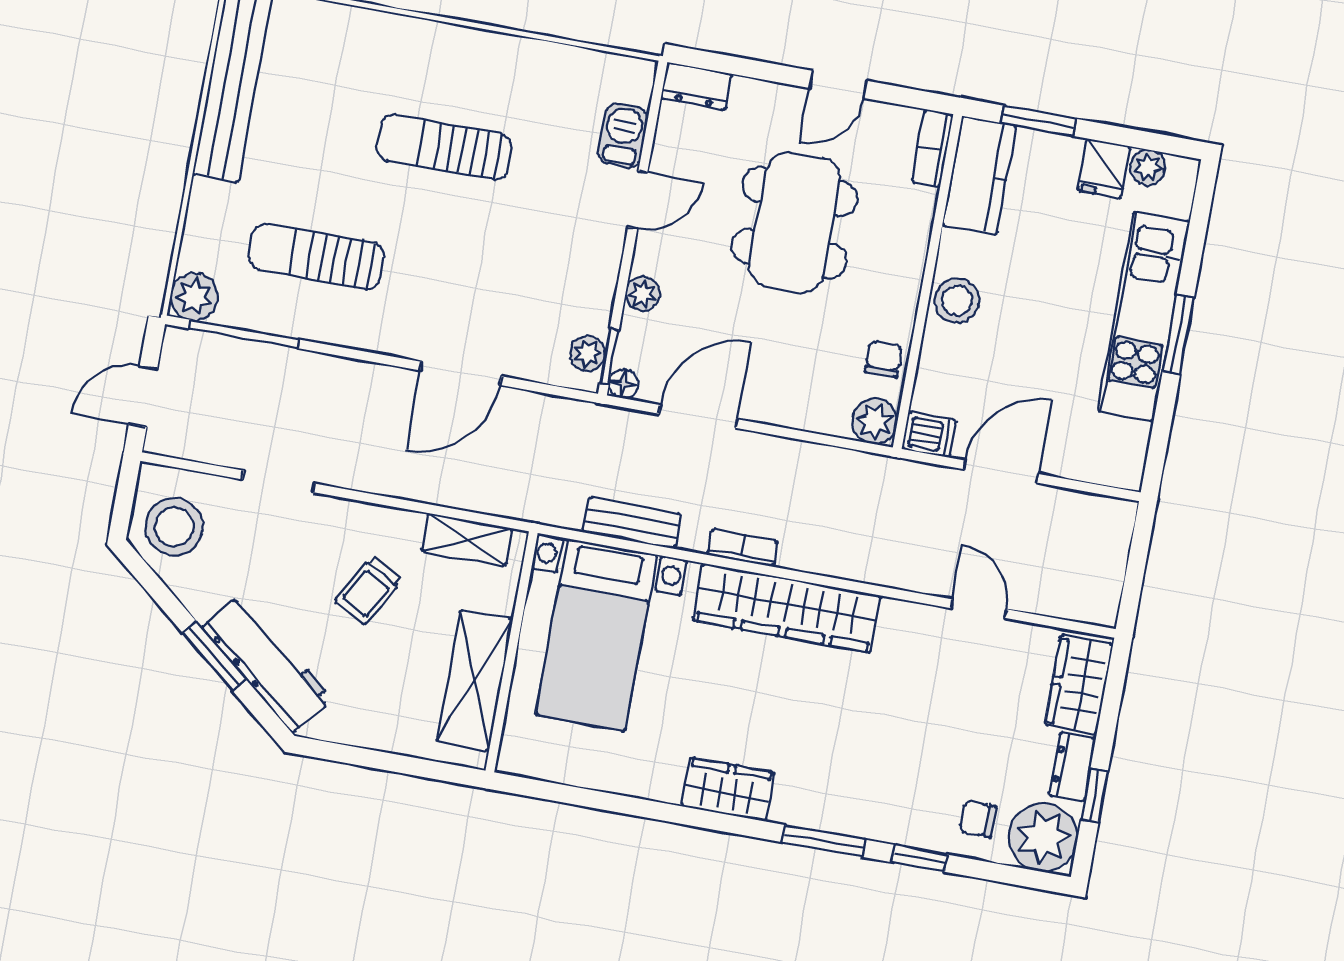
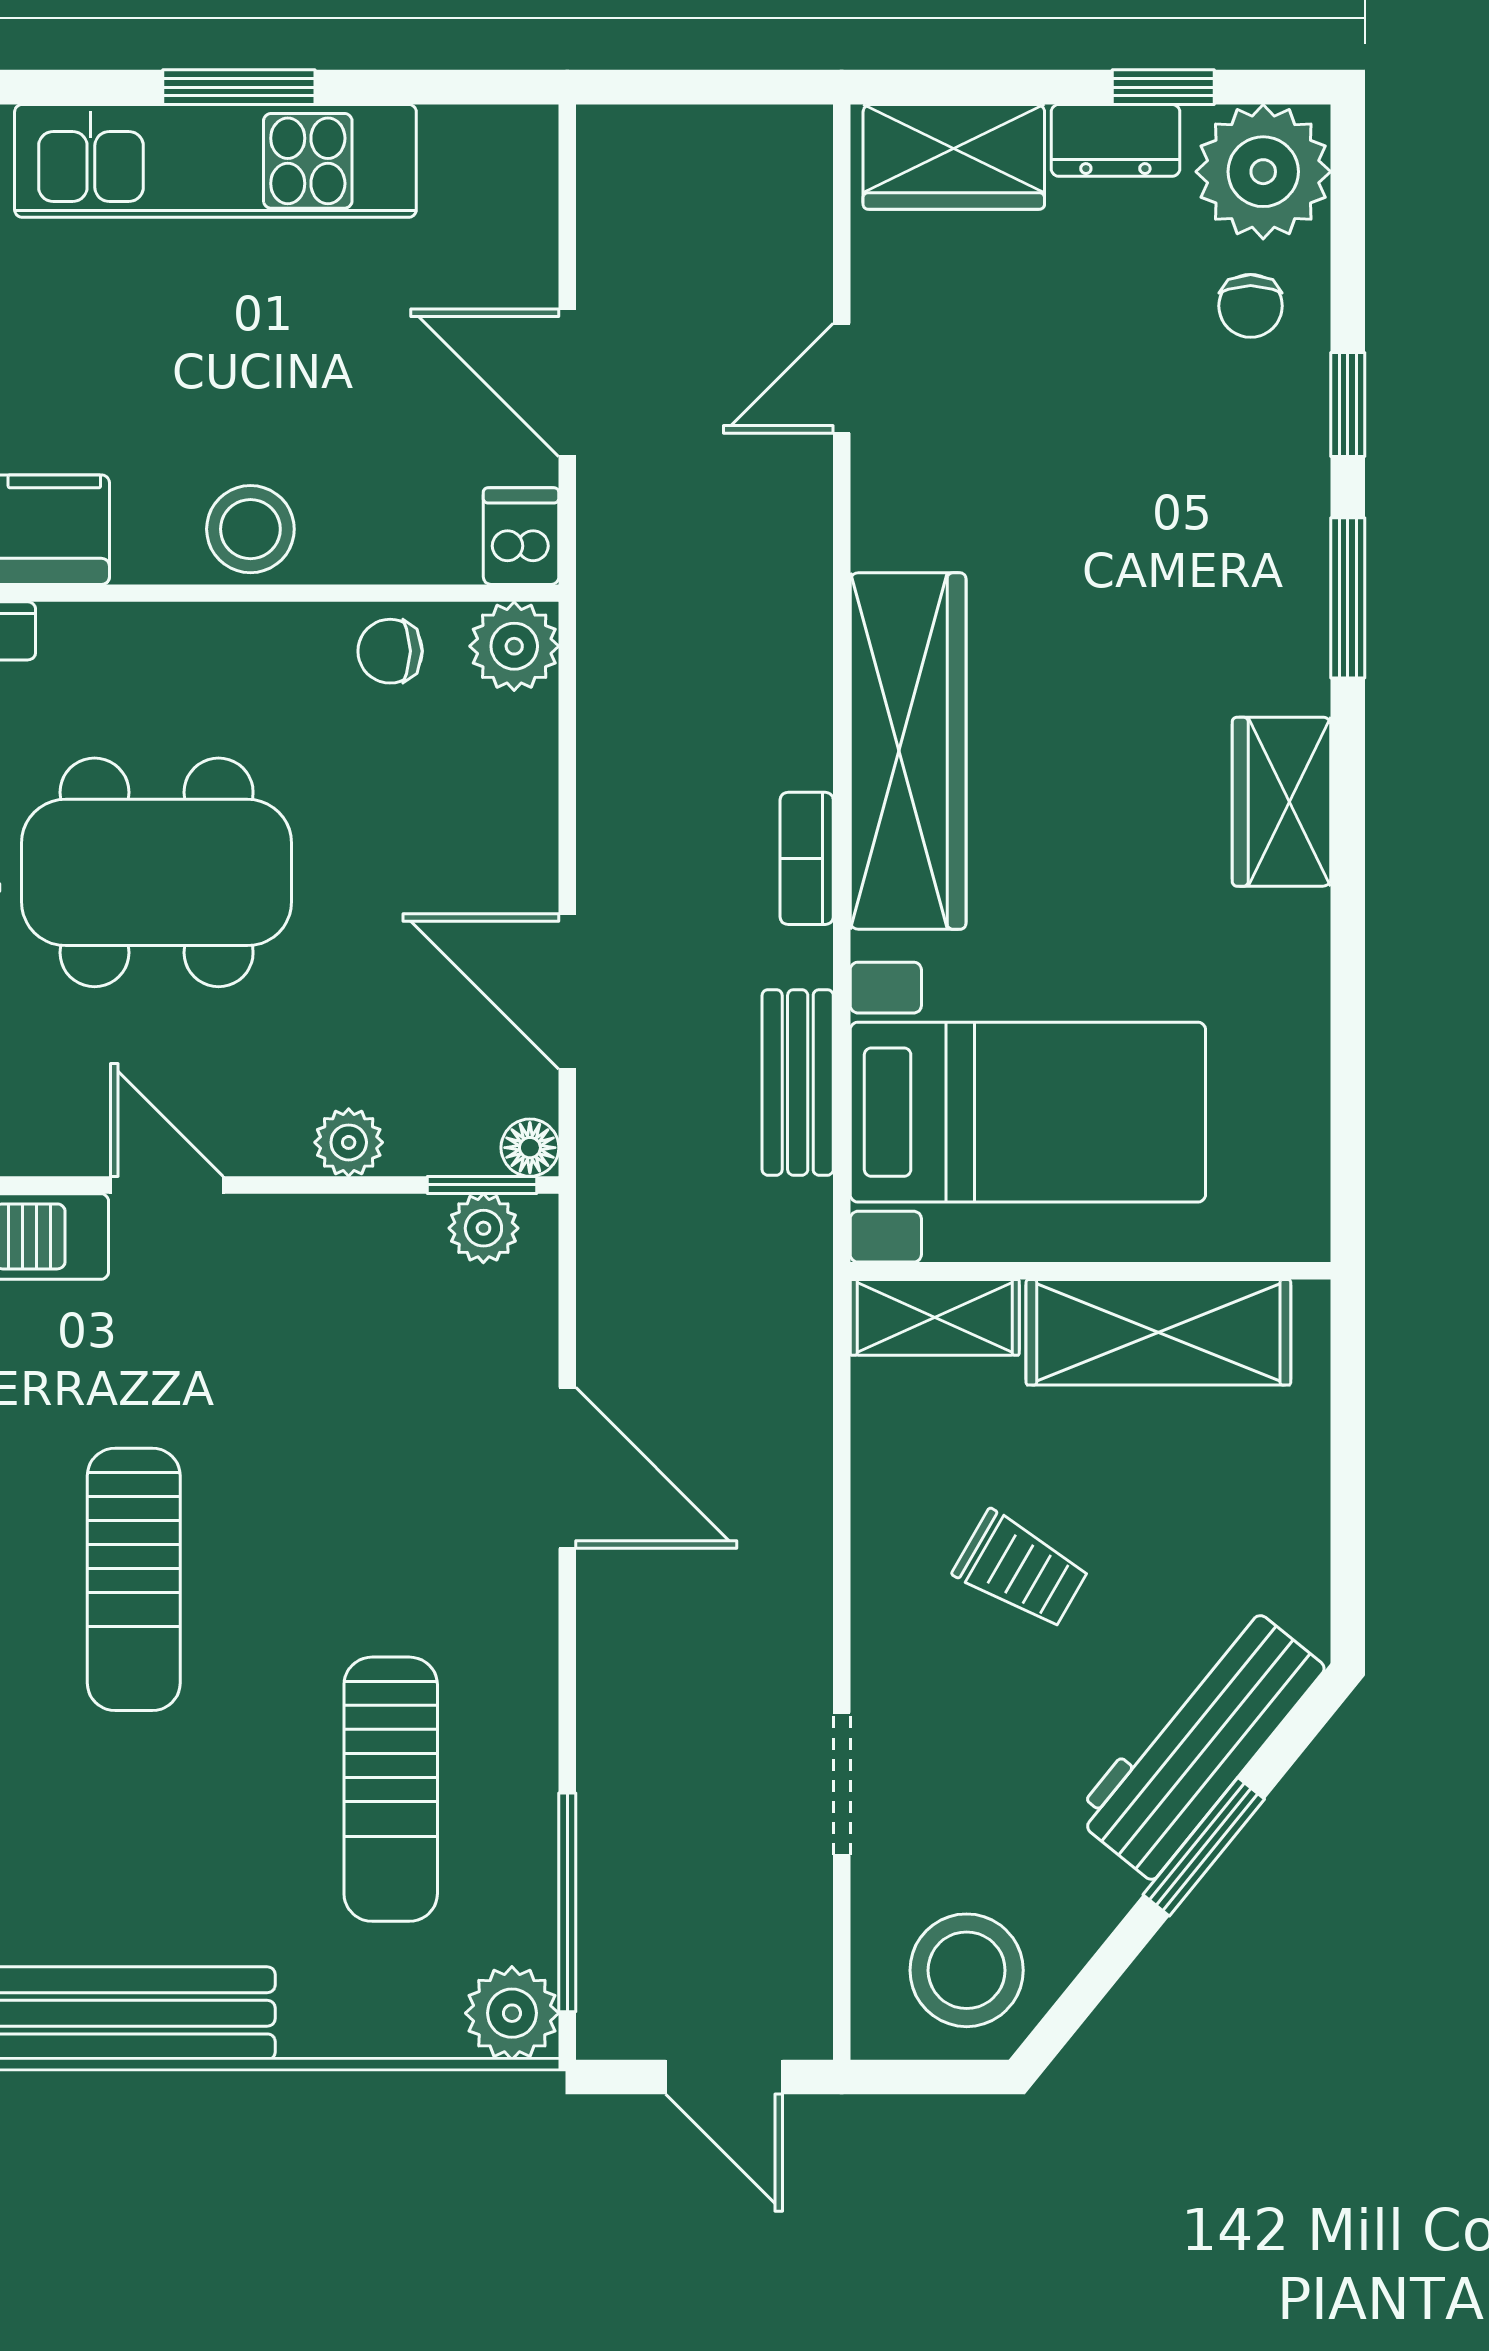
shelving: (467, 540) -> (935, 1317), moved, turned 90

